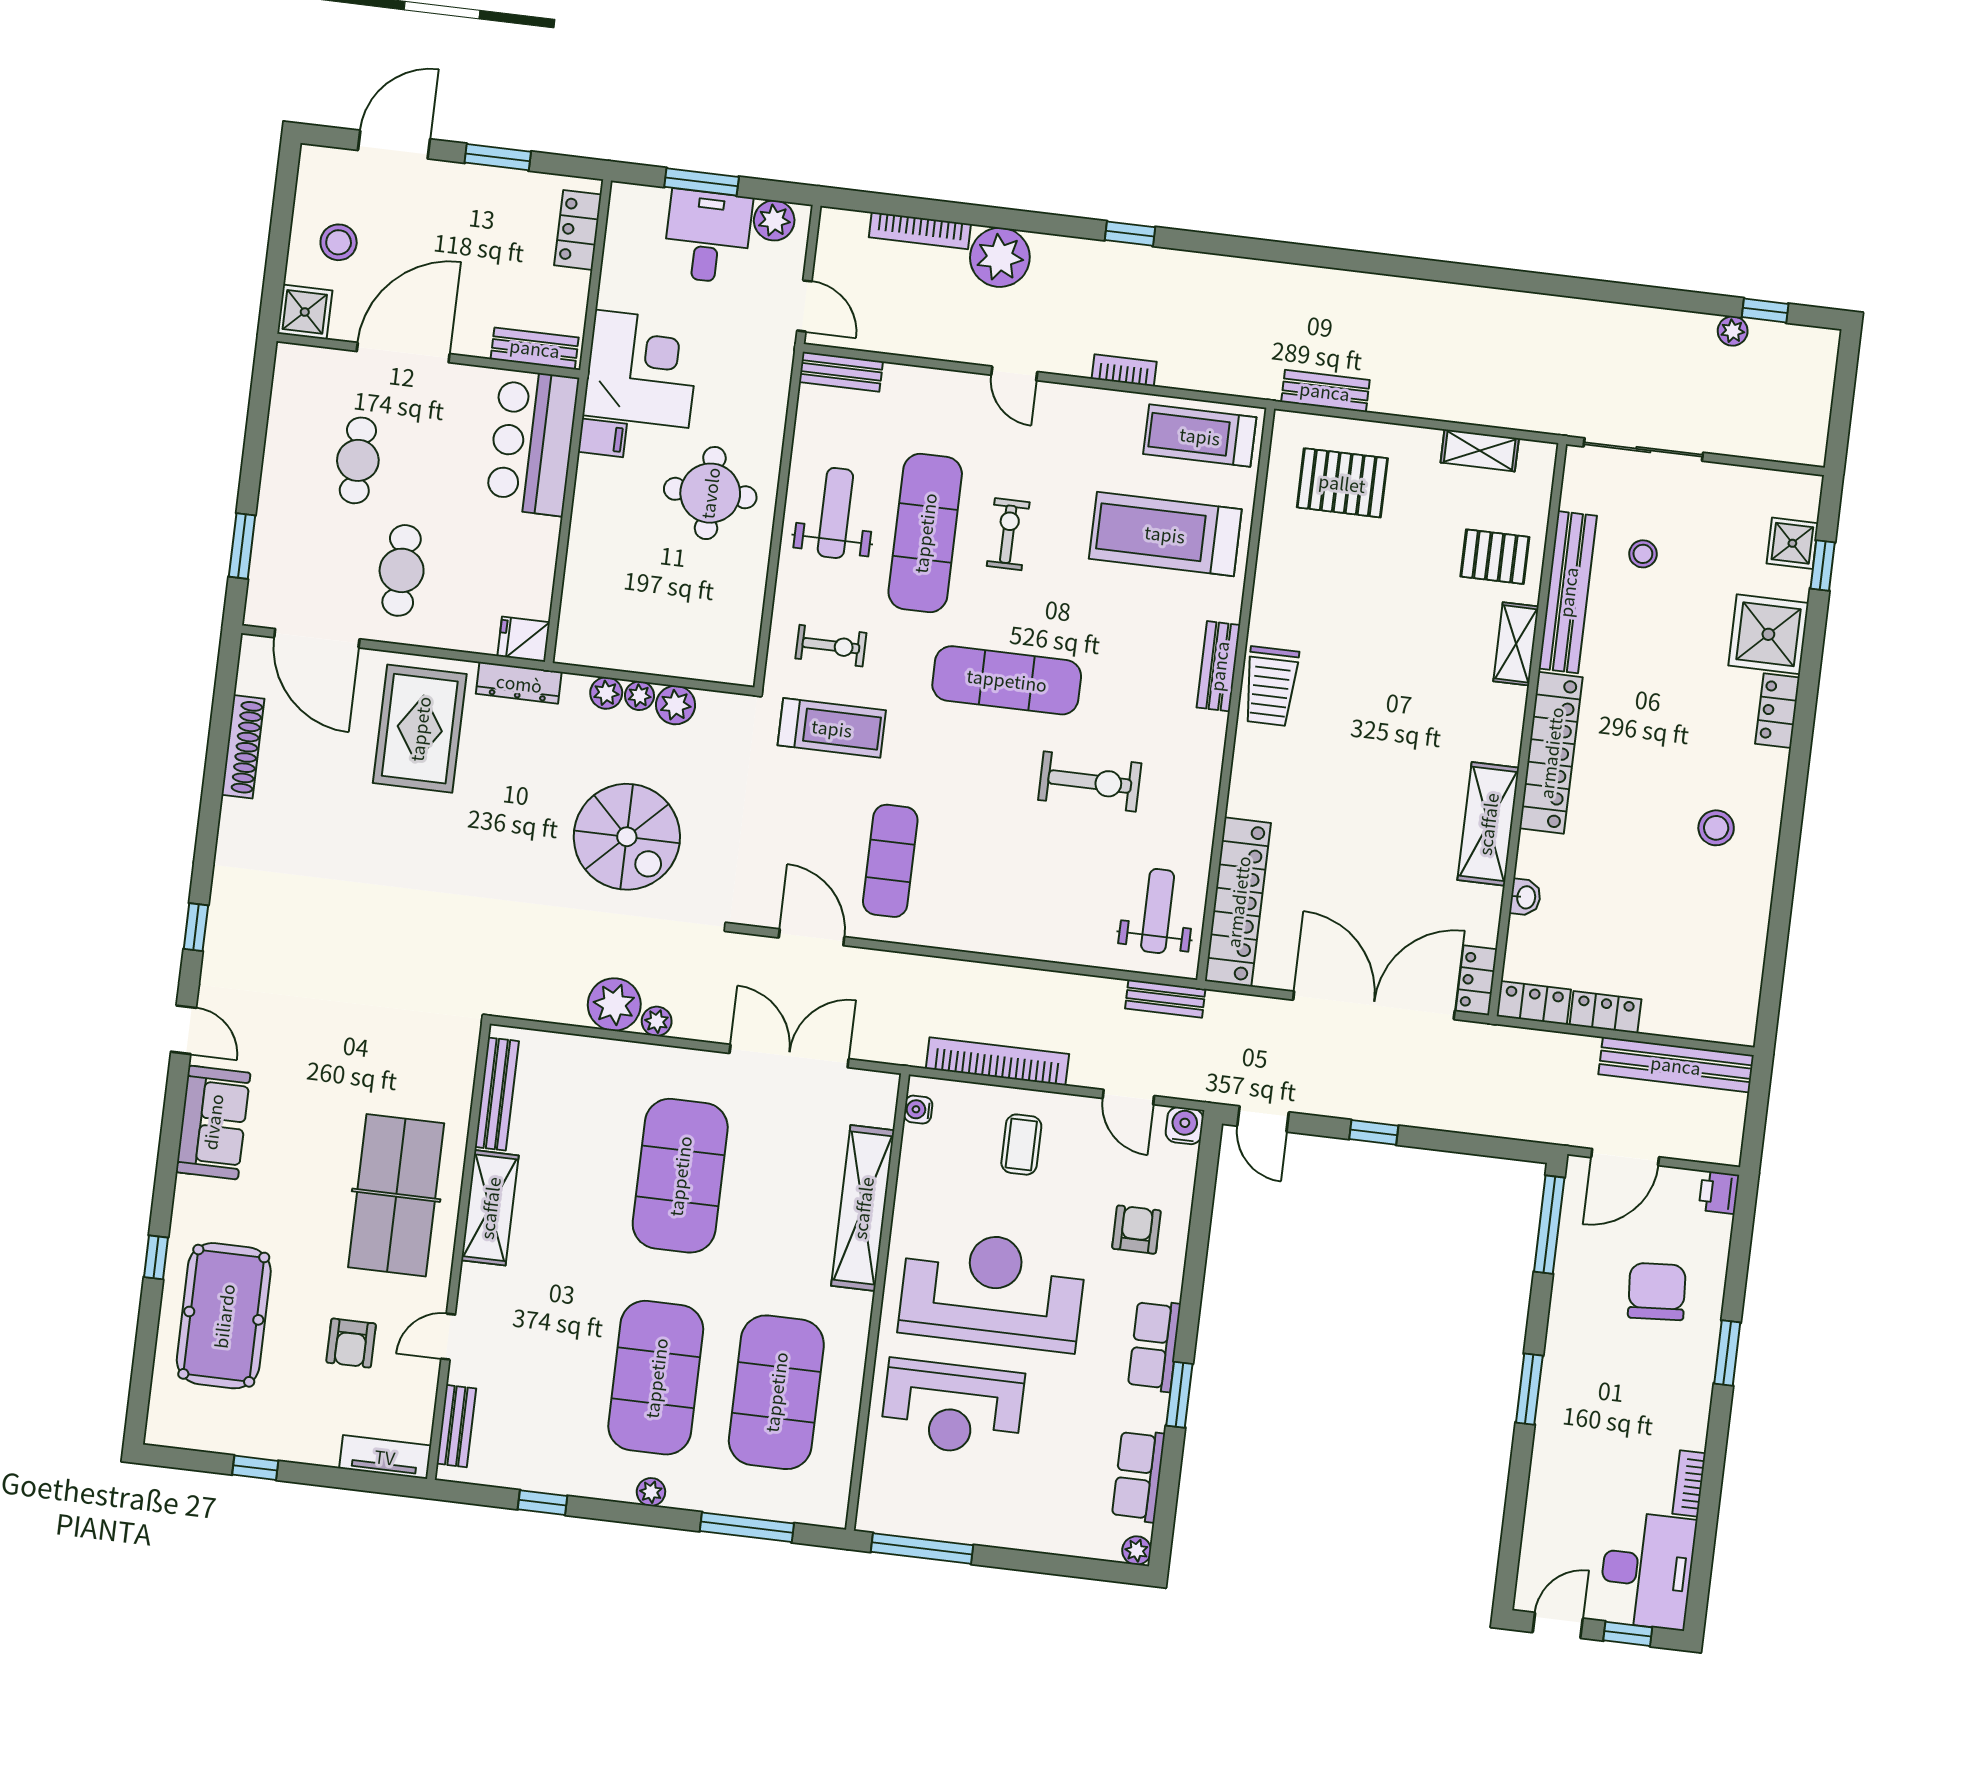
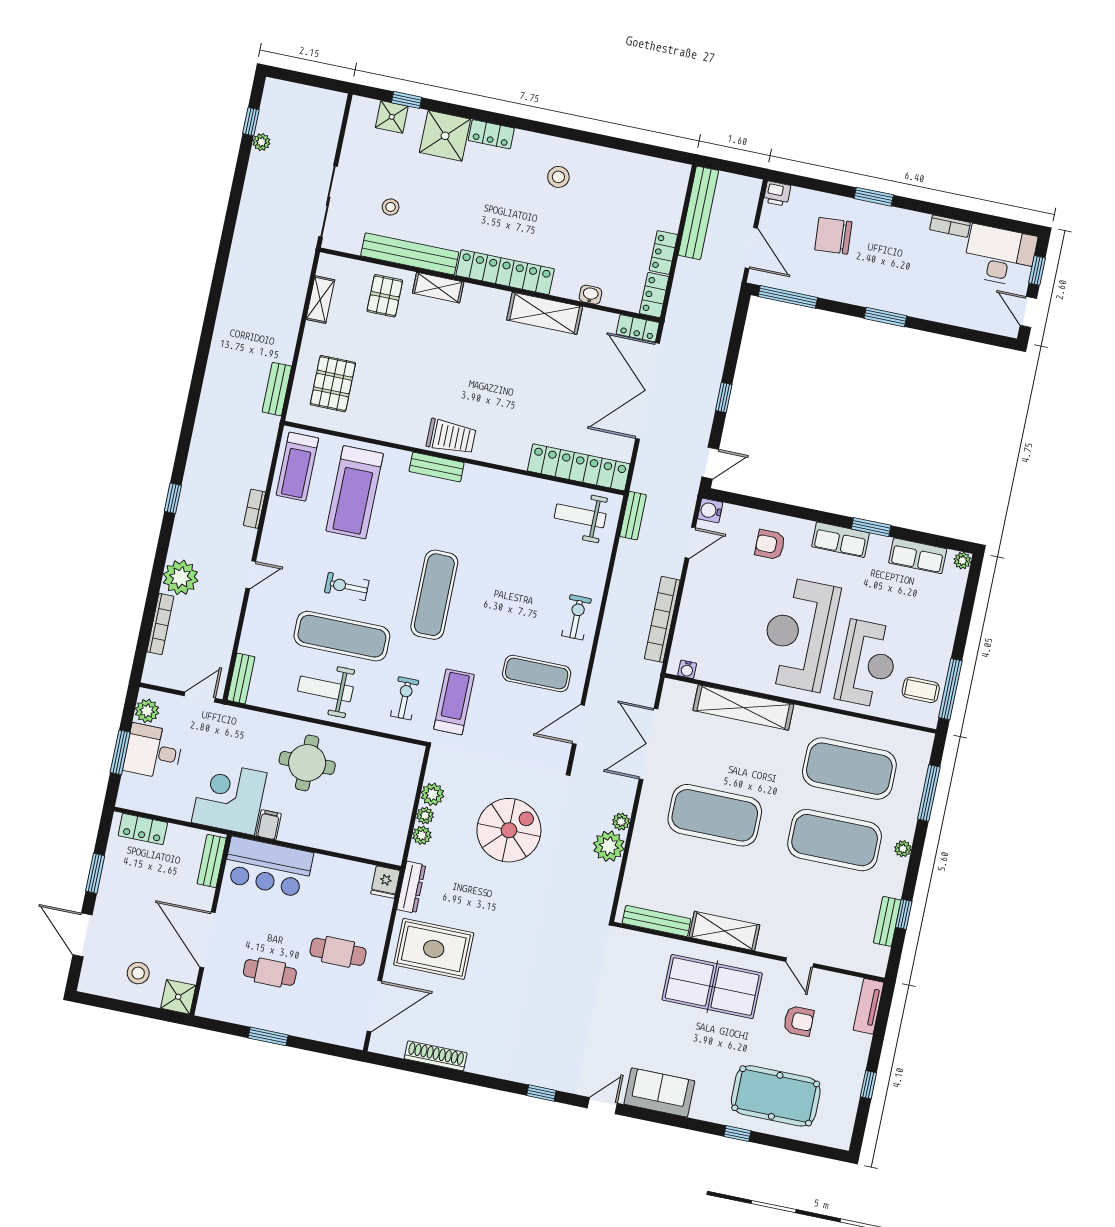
window: (242, 546) -> (268, 1036), moved
exercise bike: (1090, 782) -> (577, 617), moved, width x0.73, depth x0.72
coffee table: (1021, 1145) -> (921, 690), moved
bench: (456, 1426) -> (887, 921), moved, turned 90

